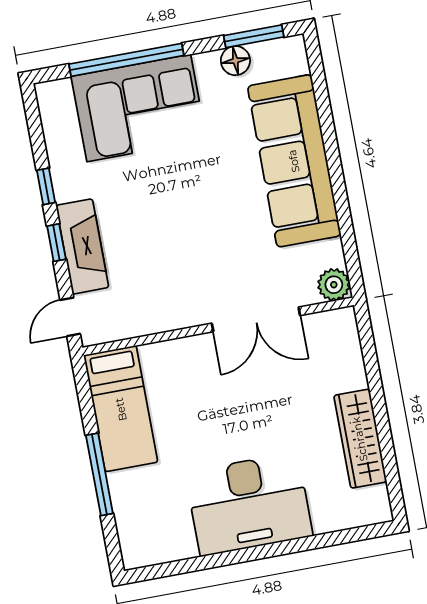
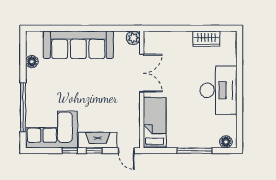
window: (254, 36) -> (23, 52), removed
corner sofa: (139, 108) -> (52, 130), moved, turned -90
bed: (121, 409) -> (155, 123), moved, turned -90
wardrobe: (360, 439) -> (206, 39), width x0.67
floor lamp: (133, 543) -> (226, 142), added

